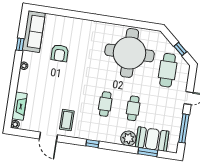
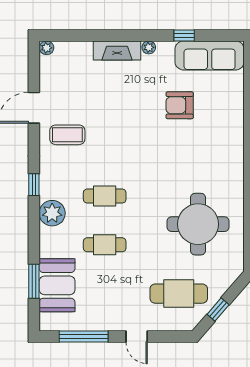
round table: (130, 53) -> (198, 224), width x0.73, depth x0.73
fireplace: (19, 106) -> (117, 50), moved
plant: (128, 138) -> (52, 213), moved

